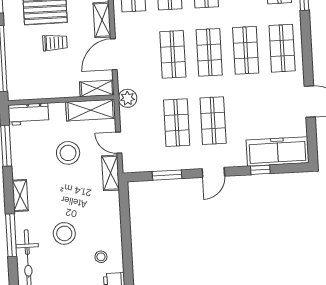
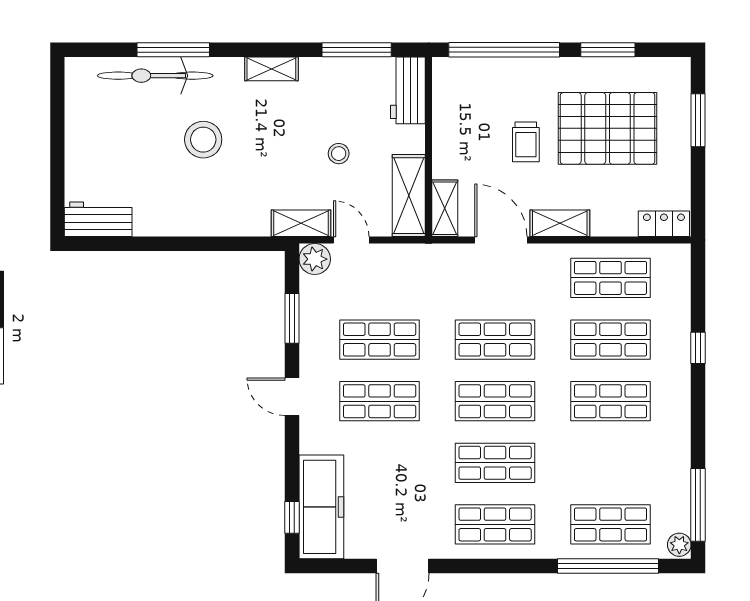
plant: (128, 98) -> (315, 259), moved
door: (119, 143) -> (351, 240), hinge flipped
stool: (68, 153) -> (339, 154), width x0.53, depth x0.53
window: (260, 170) -> (292, 517), moved
window: (11, 235) -> (173, 50), moved
stool: (101, 257) -> (160, 199), removed

